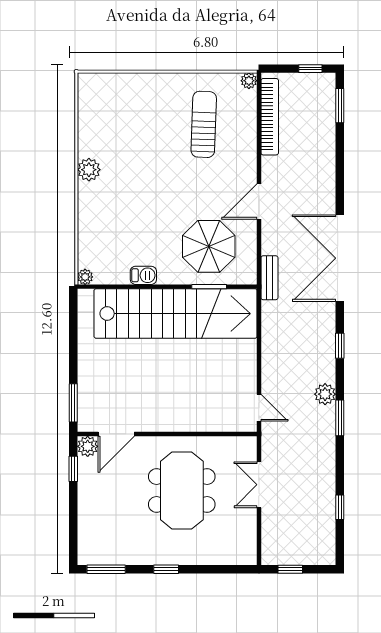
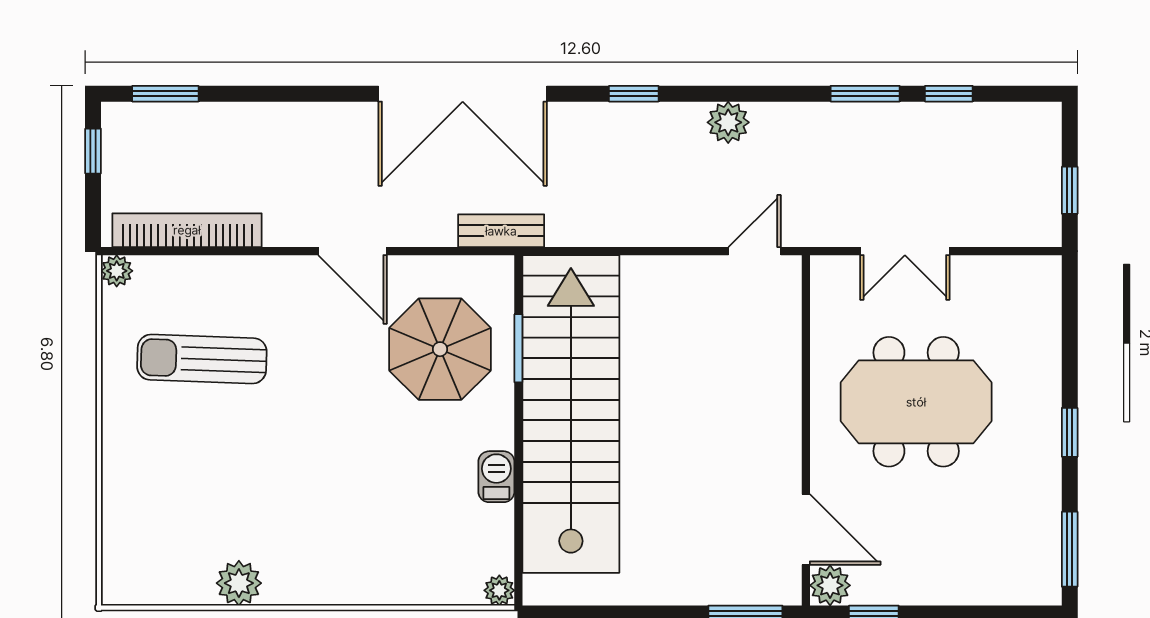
plant: (89, 170) -> (239, 583), moved
window: (340, 418) -> (865, 94), moved

